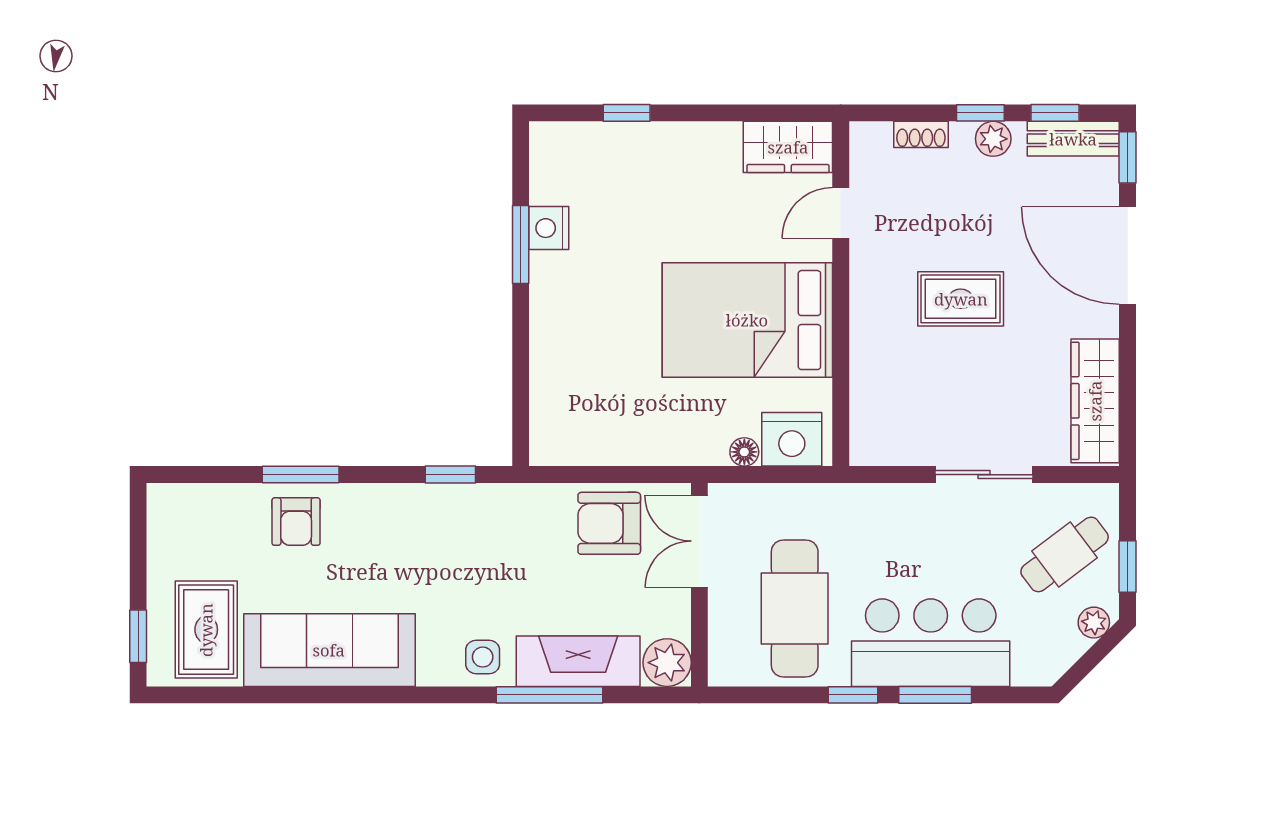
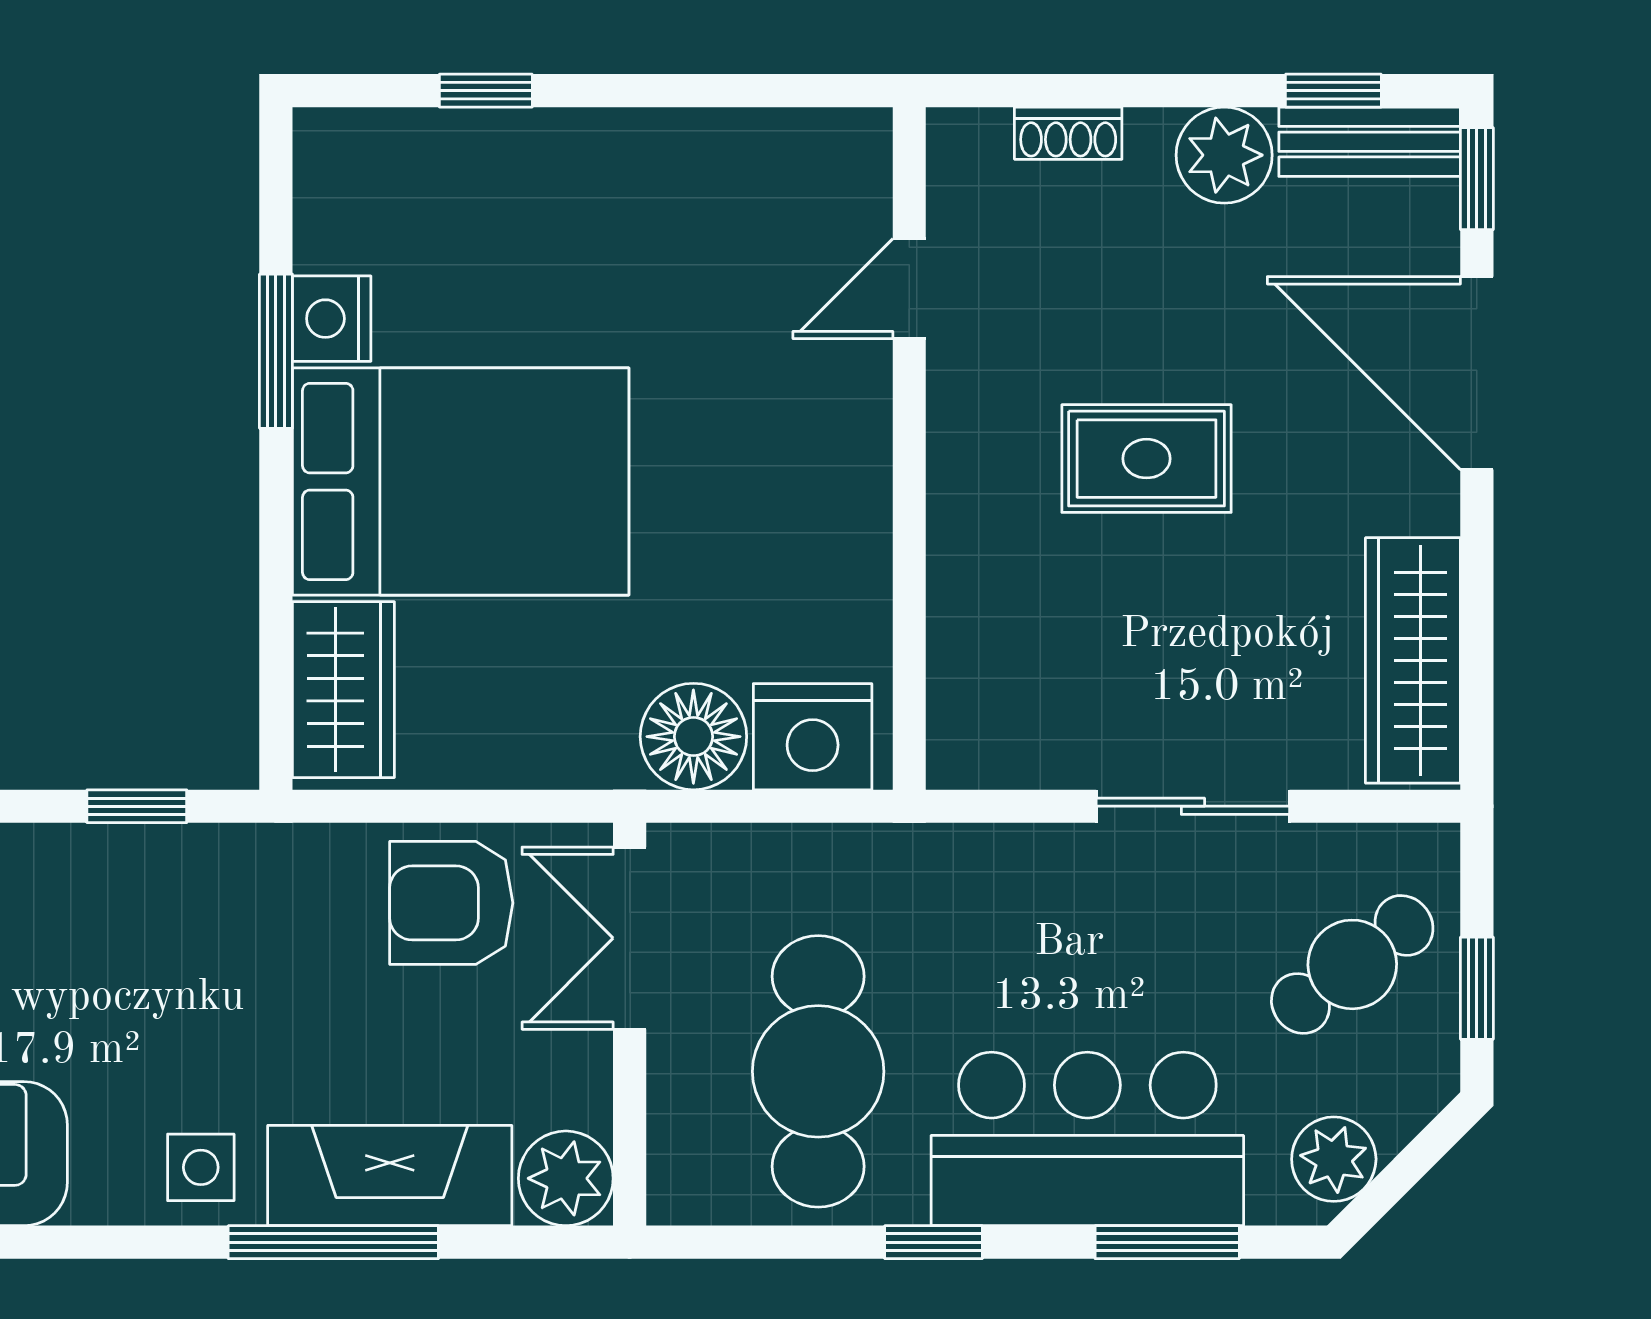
window: (980, 113) -> (1186, 91), removed
plant: (993, 139) -> (1224, 155), width x1.38, depth x1.38
wardrobe: (788, 147) -> (343, 690), moved, turned -90
bed: (747, 320) -> (461, 481), moved, turned 180
floor lamp: (744, 452) -> (693, 737), width x1.89, depth x1.89
plant: (1094, 623) -> (1334, 1159), moved, width x1.38, depth x1.38
window: (935, 695) -> (1167, 1242), moved

